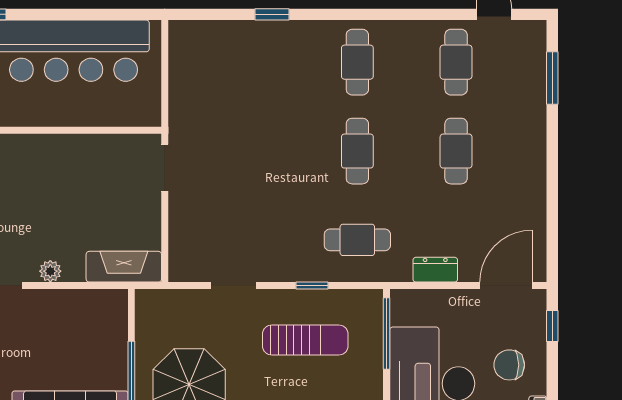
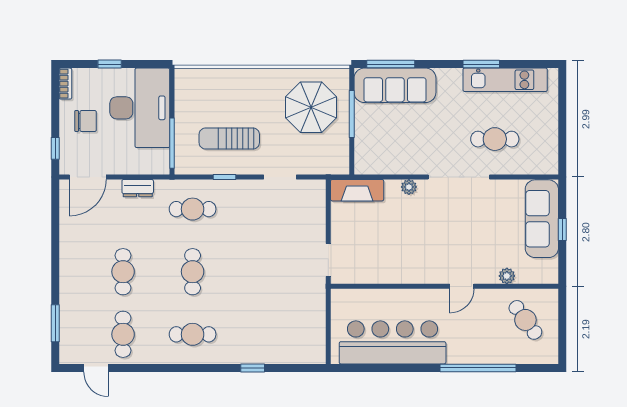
cafe table: (357, 62) -> (193, 334), turned 90

